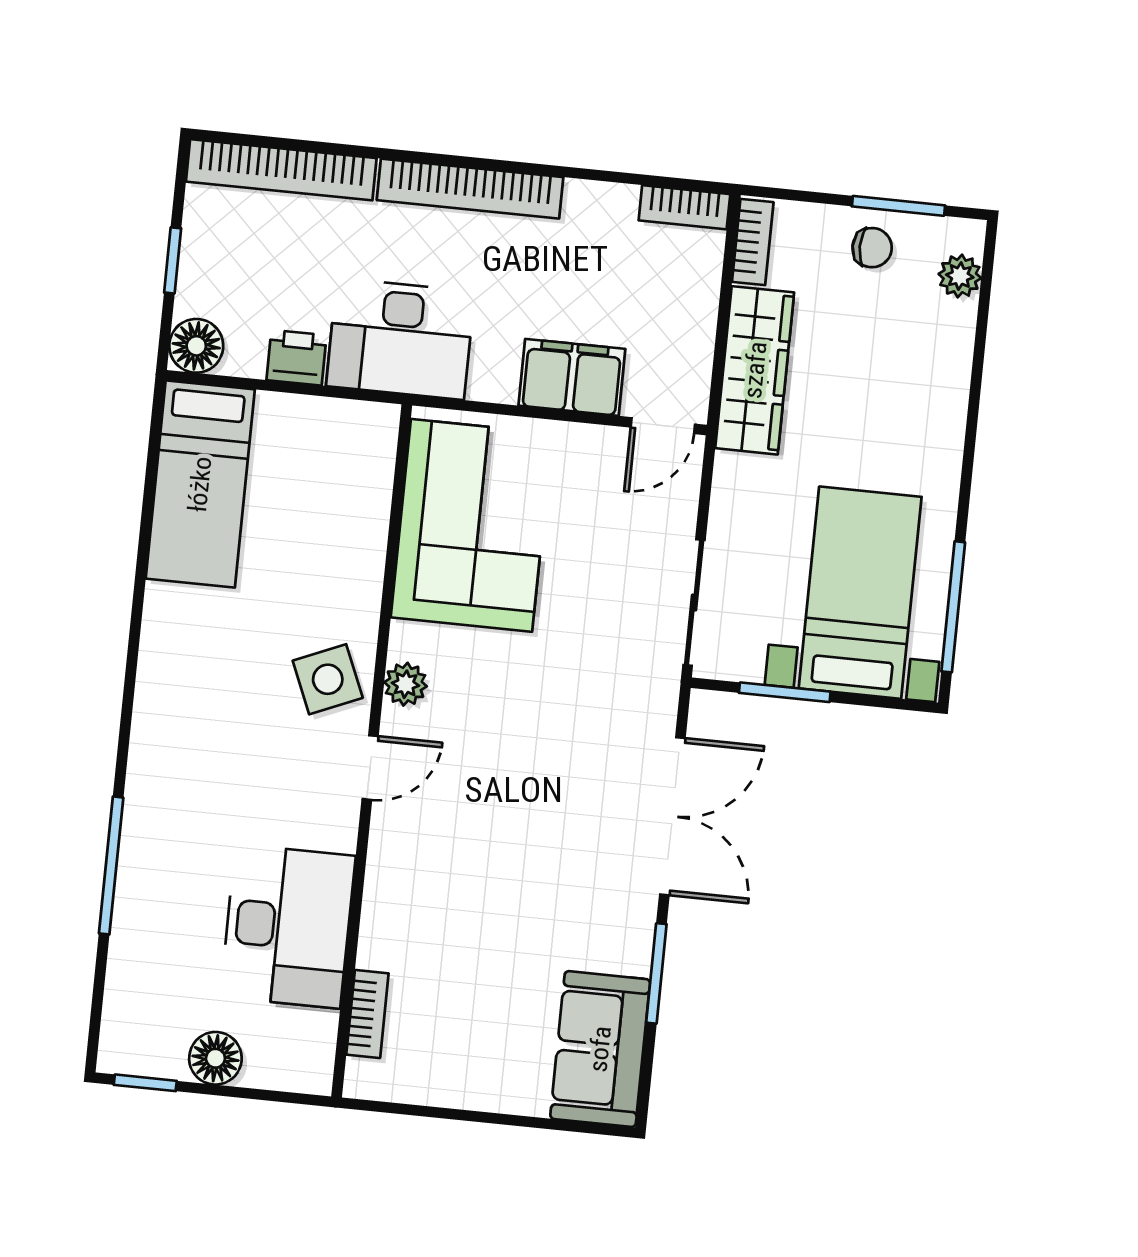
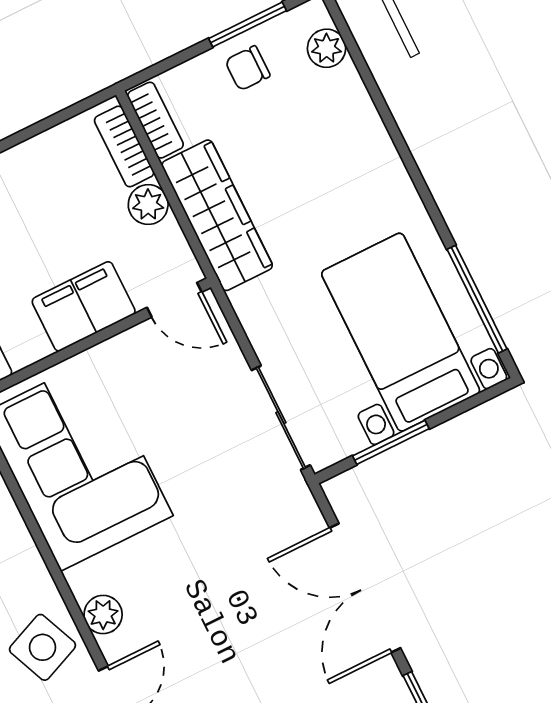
bookcase: (684, 207) -> (124, 146), moved, turned 90
chair: (872, 248) -> (247, 68), turned 180
plant: (695, 319) -> (148, 205), added
door: (663, 426) -> (174, 300), hinge flipped
double door: (672, 816) -> (365, 588), swing flipped

